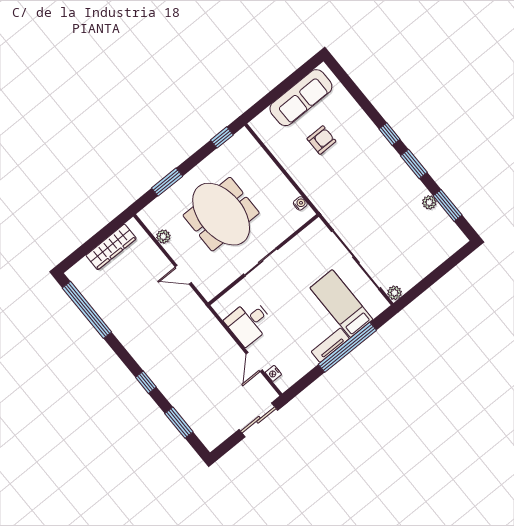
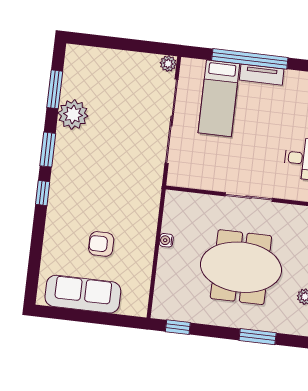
plant: (429, 202) -> (73, 114), width x1.88, depth x1.88
water cooler: (300, 203) -> (166, 240), moved
meeting table: (221, 214) -> (241, 267), turned 90

